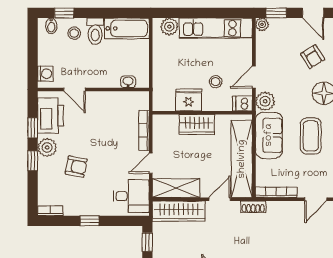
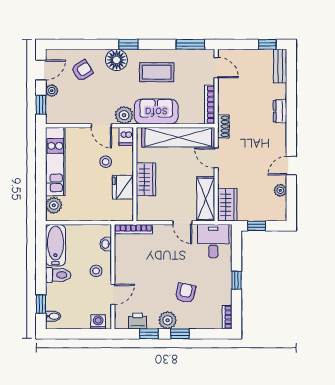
plant: (262, 24) -> (52, 91), moved
stool: (74, 33) -> (96, 271), moved
printer: (50, 116) -> (138, 321), width x0.53, depth x0.68
bookcase: (144, 130) -> (133, 229), moved
wardrobe: (179, 211) -> (227, 205), width x0.67

